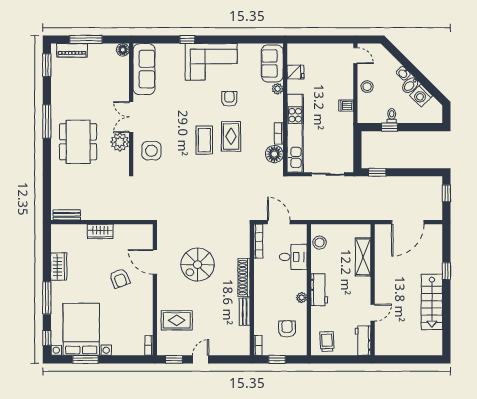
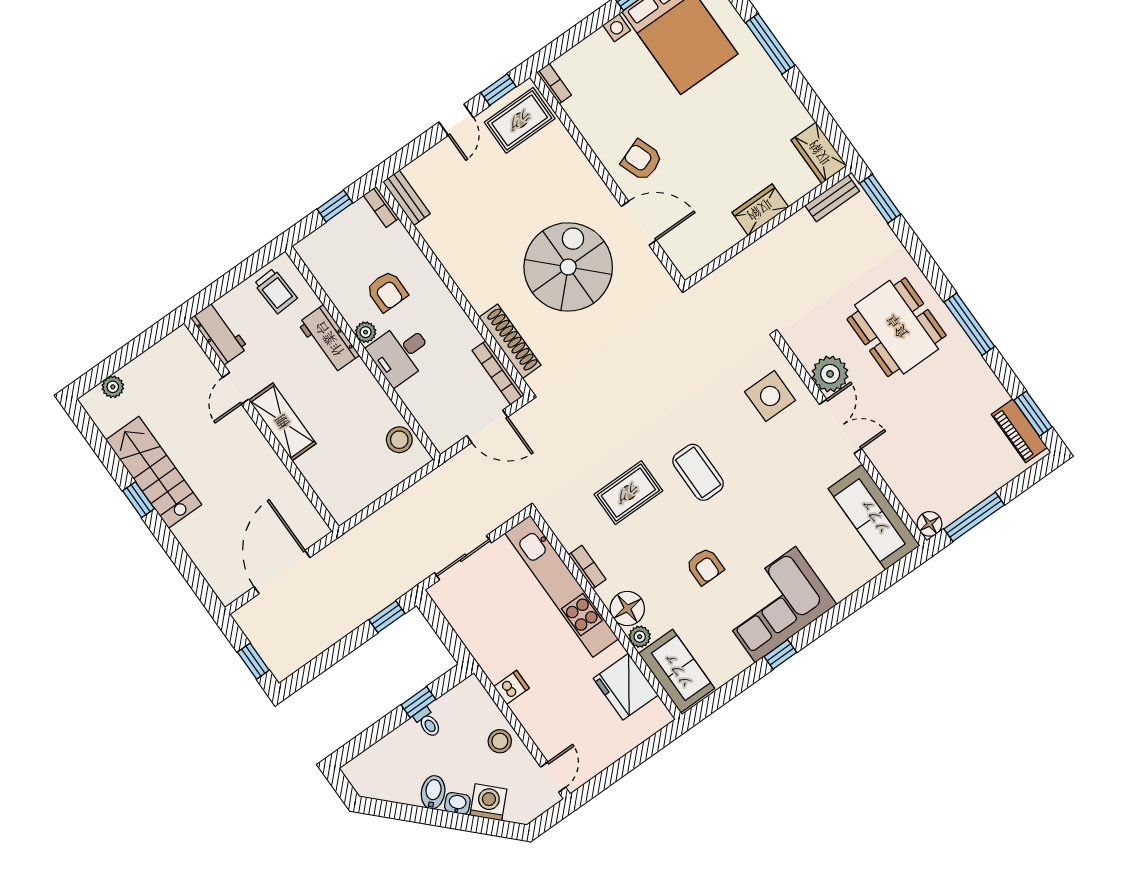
window: (86, 39) -> (974, 517), moved
window: (187, 39) -> (780, 654), moved
piano: (72, 50) -> (1019, 431), moved, turned -90
door: (355, 56) -> (553, 777), swing flipped
fridge: (295, 72) -> (626, 687), width x1.88, depth x1.34
washing machine: (421, 96) -> (488, 802), moved
rug: (231, 136) -> (628, 493), moved, turned 90
floor lamp: (274, 154) -> (627, 609), moved
window: (47, 200) -> (880, 199), added
desk: (293, 257) -> (401, 353), moved
shelving: (363, 257) -> (282, 422), moved
spiral stairs: (198, 265) -> (568, 267), width x1.37, depth x1.37
wardrobe: (59, 267) -> (819, 153), moved
window: (446, 271) -> (139, 500), moved
armchair: (120, 278) -> (642, 160), moved
shoe rack: (244, 278) -> (510, 341), moved
workbench: (319, 290) -> (329, 339), moved
bench: (245, 312) -> (406, 198), moved
rug: (177, 320) -> (520, 120), moved
armchair: (287, 329) -> (387, 291), moved
plant: (424, 350) -> (113, 387), added

